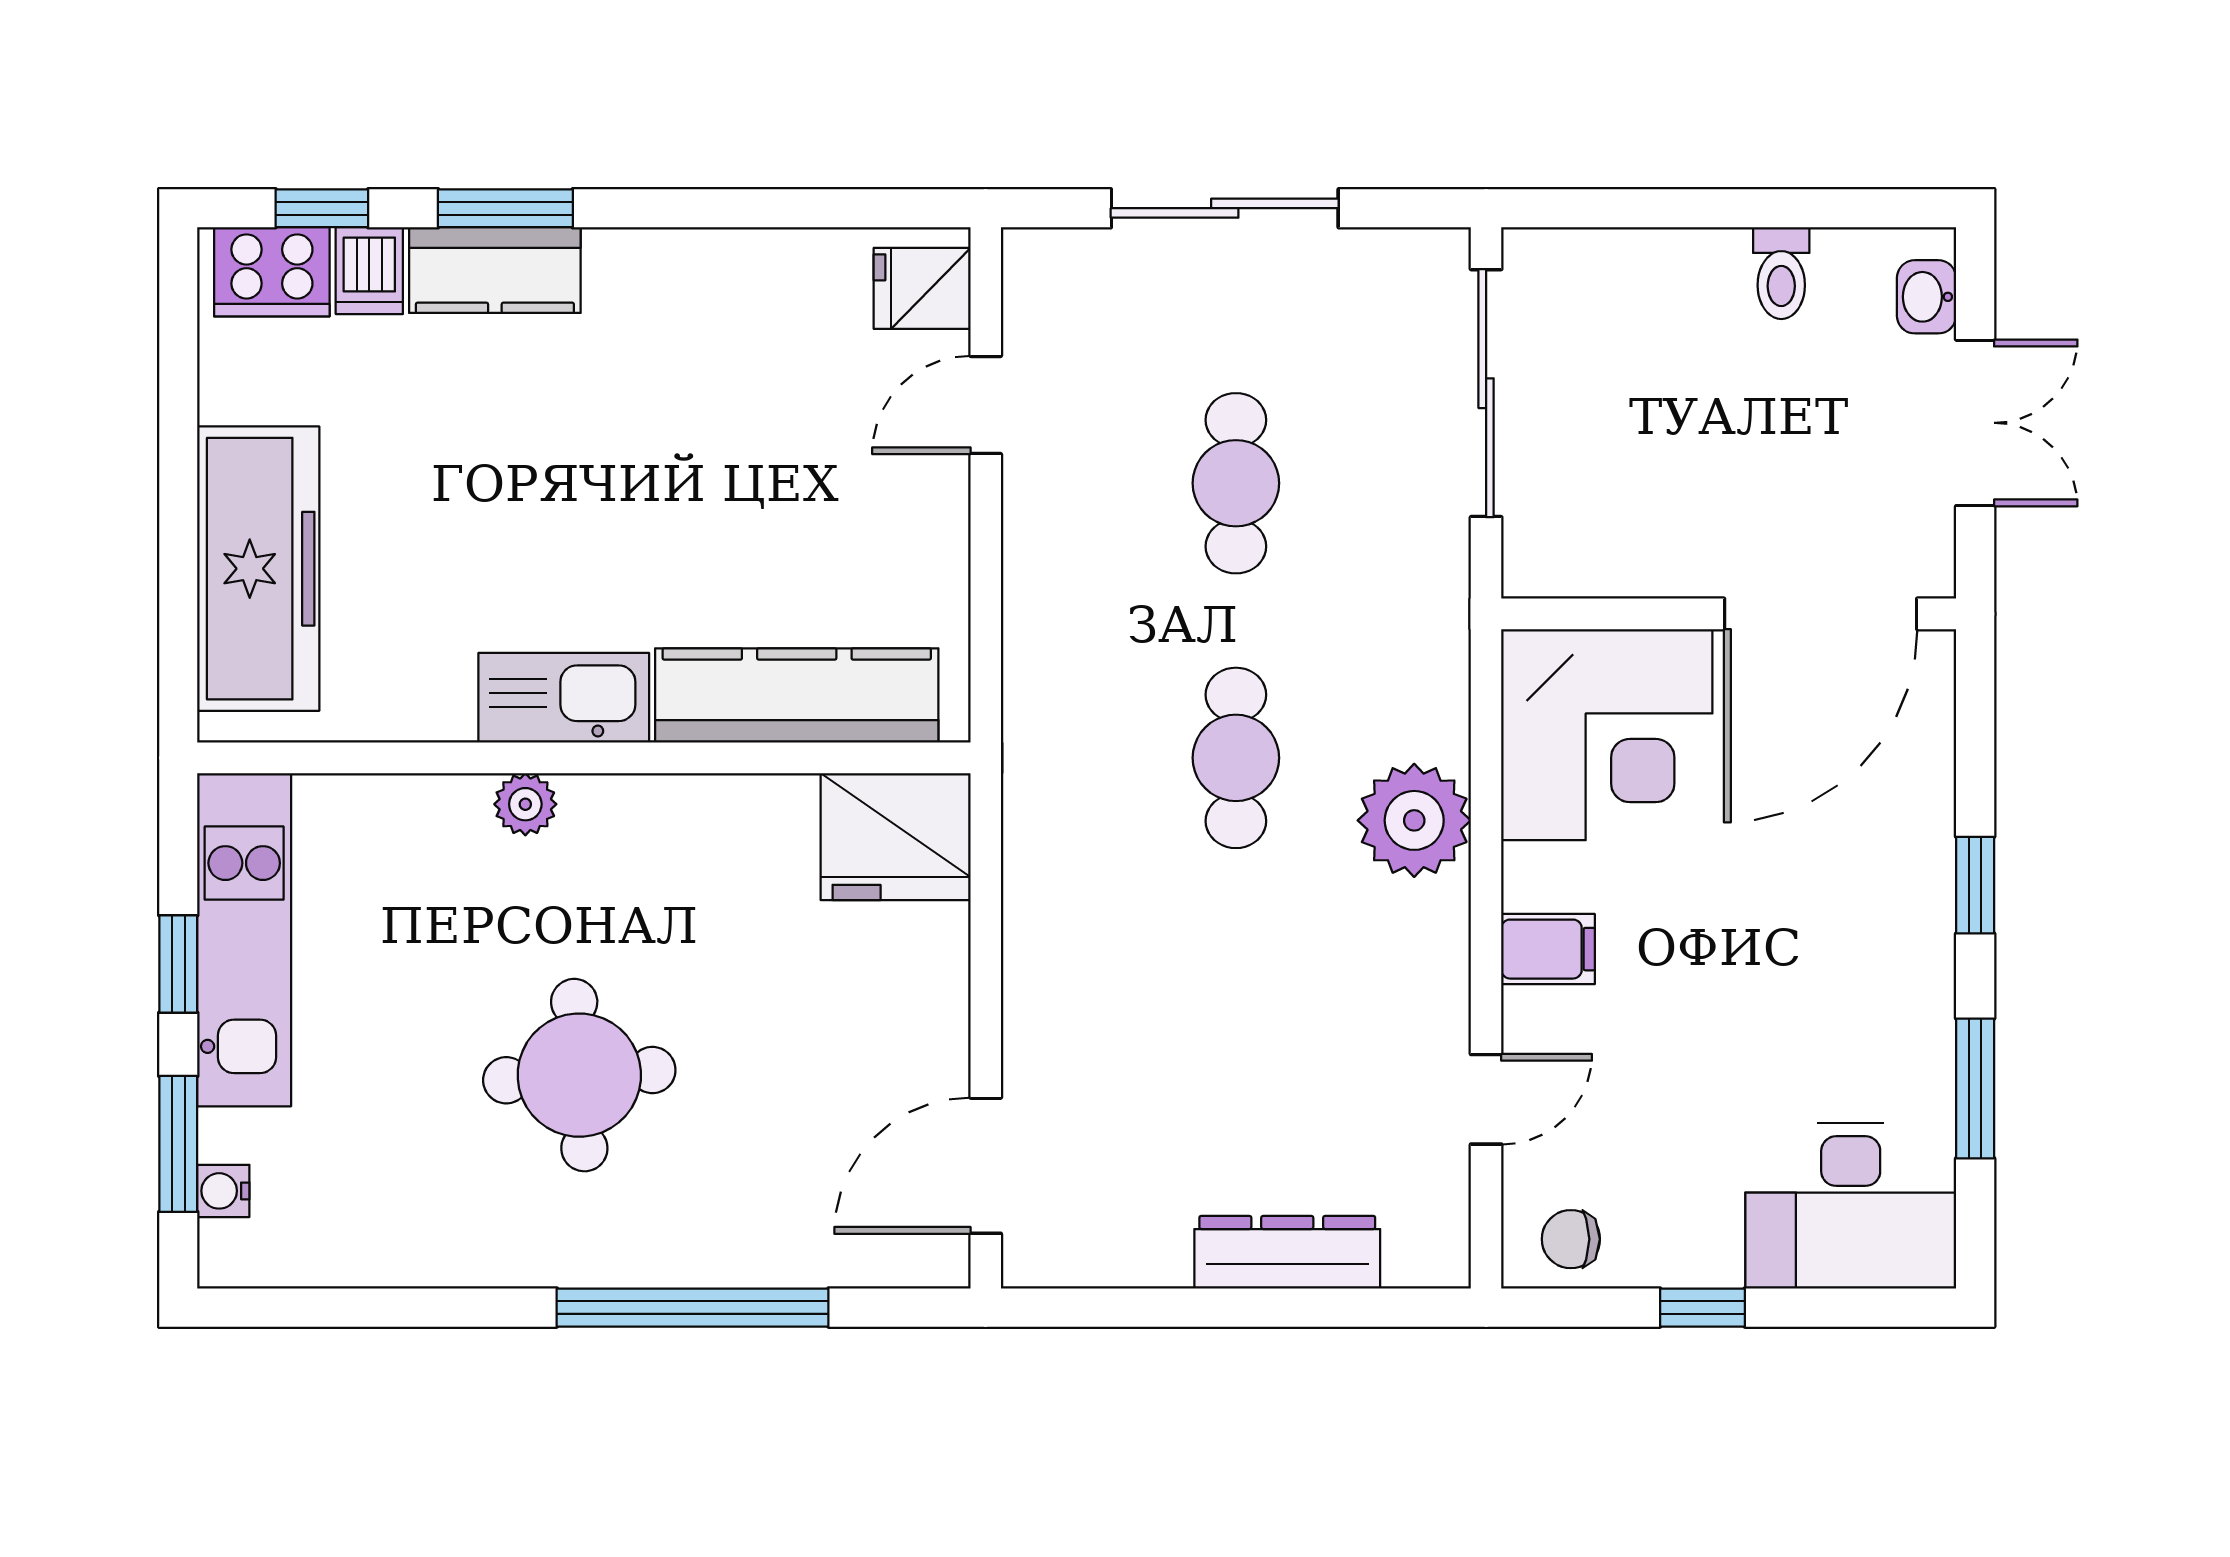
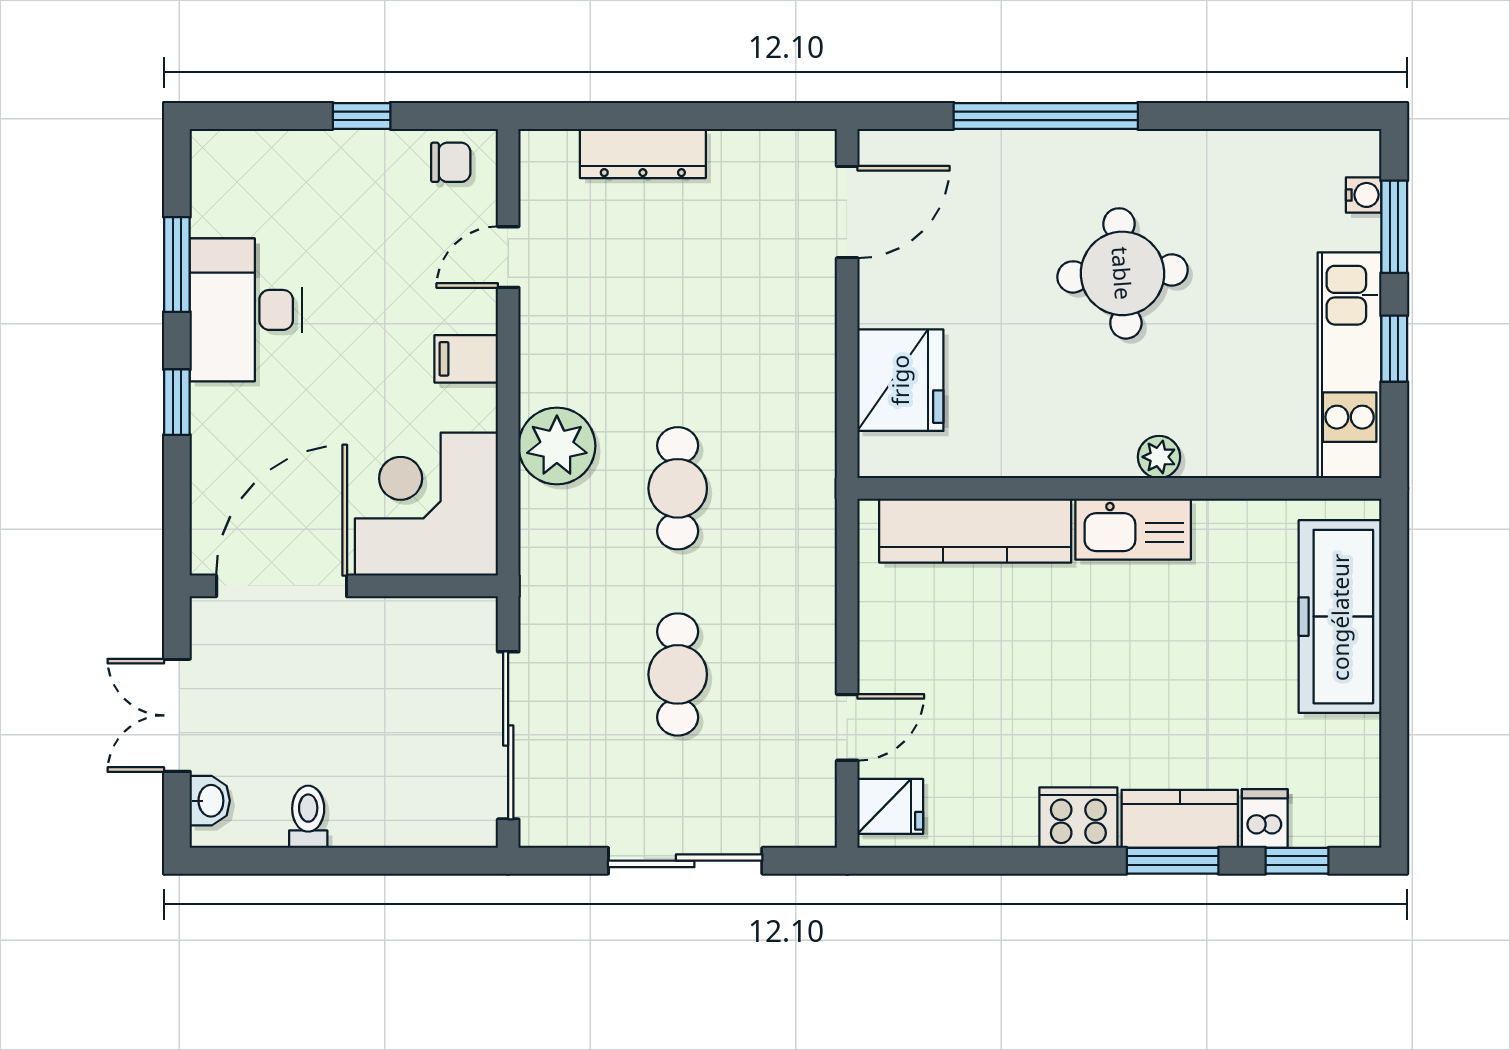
cooker: (272, 272) -> (1078, 818), moved
fridge: (896, 837) -> (900, 380), moved, turned 90
desk: (1851, 1206) -> (246, 310), moved, turned -90

